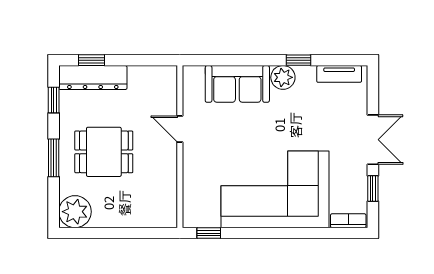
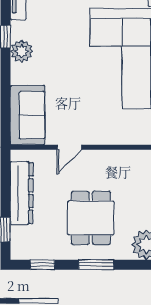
dresser: (93, 78) -> (22, 193), moved
sofa: (237, 84) -> (28, 115), moved

